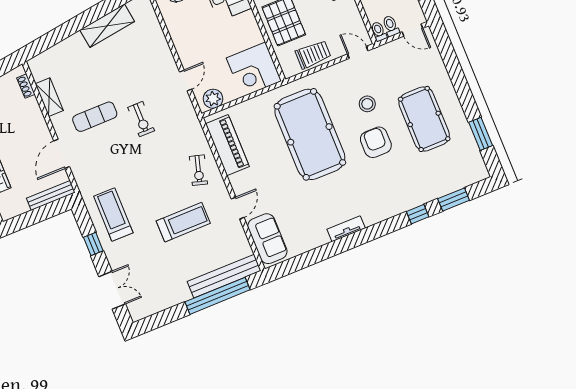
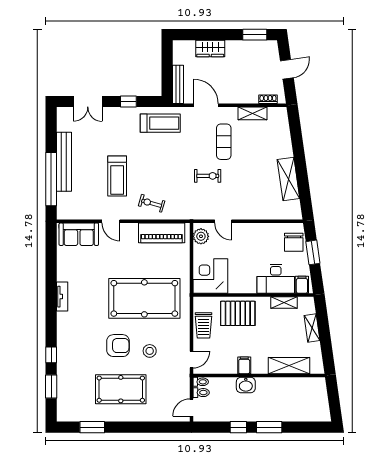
exercise bike: (141, 119) -> (208, 176), turned 180
treadmill: (113, 214) -> (160, 123), moved
bench: (224, 276) -> (64, 162), moved

